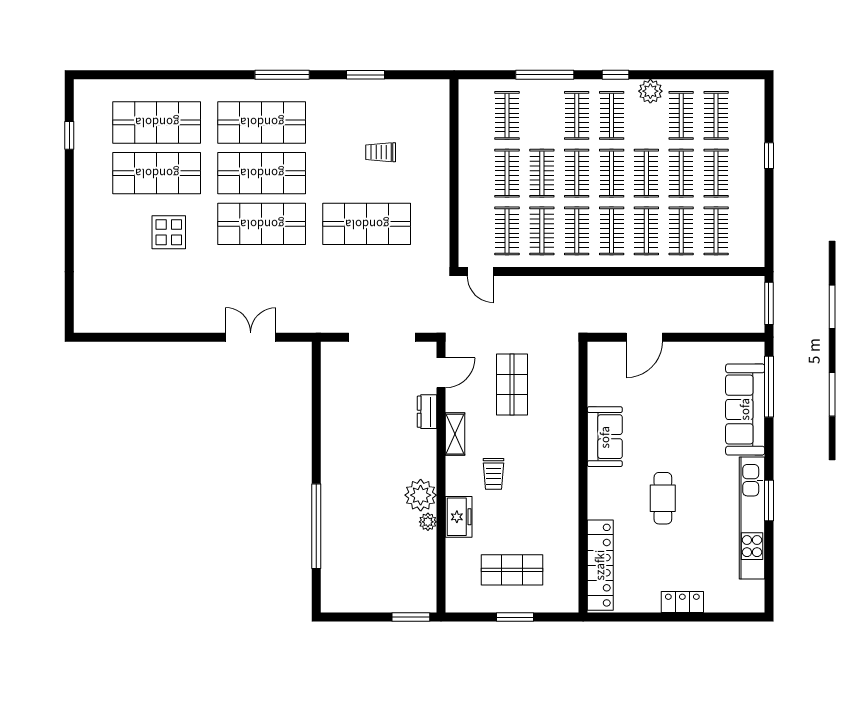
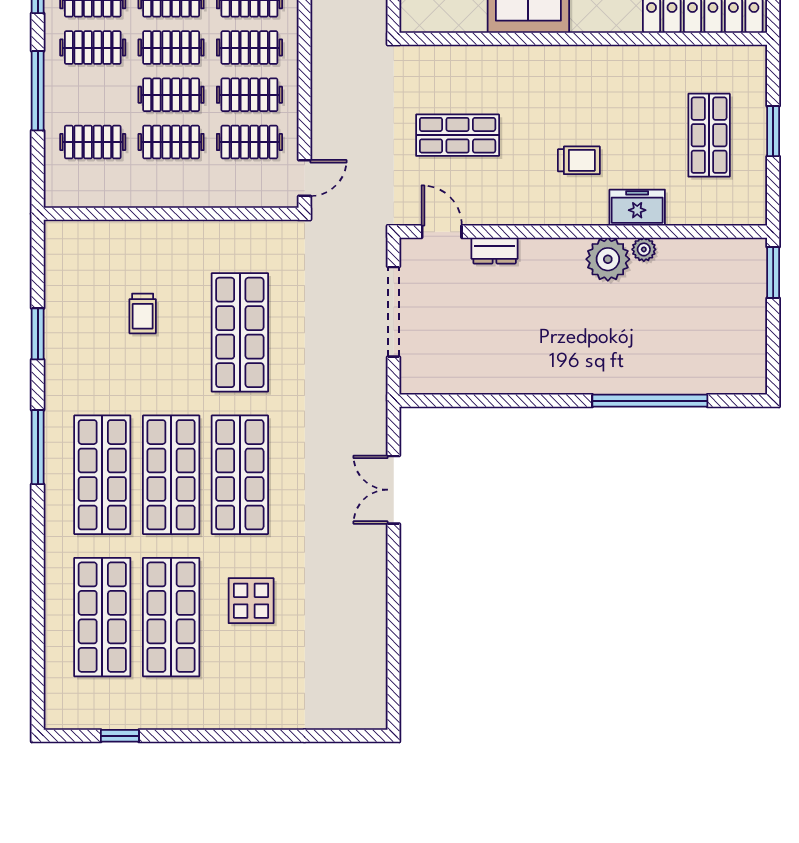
shelving: (455, 434) -> (525, 213), removed

